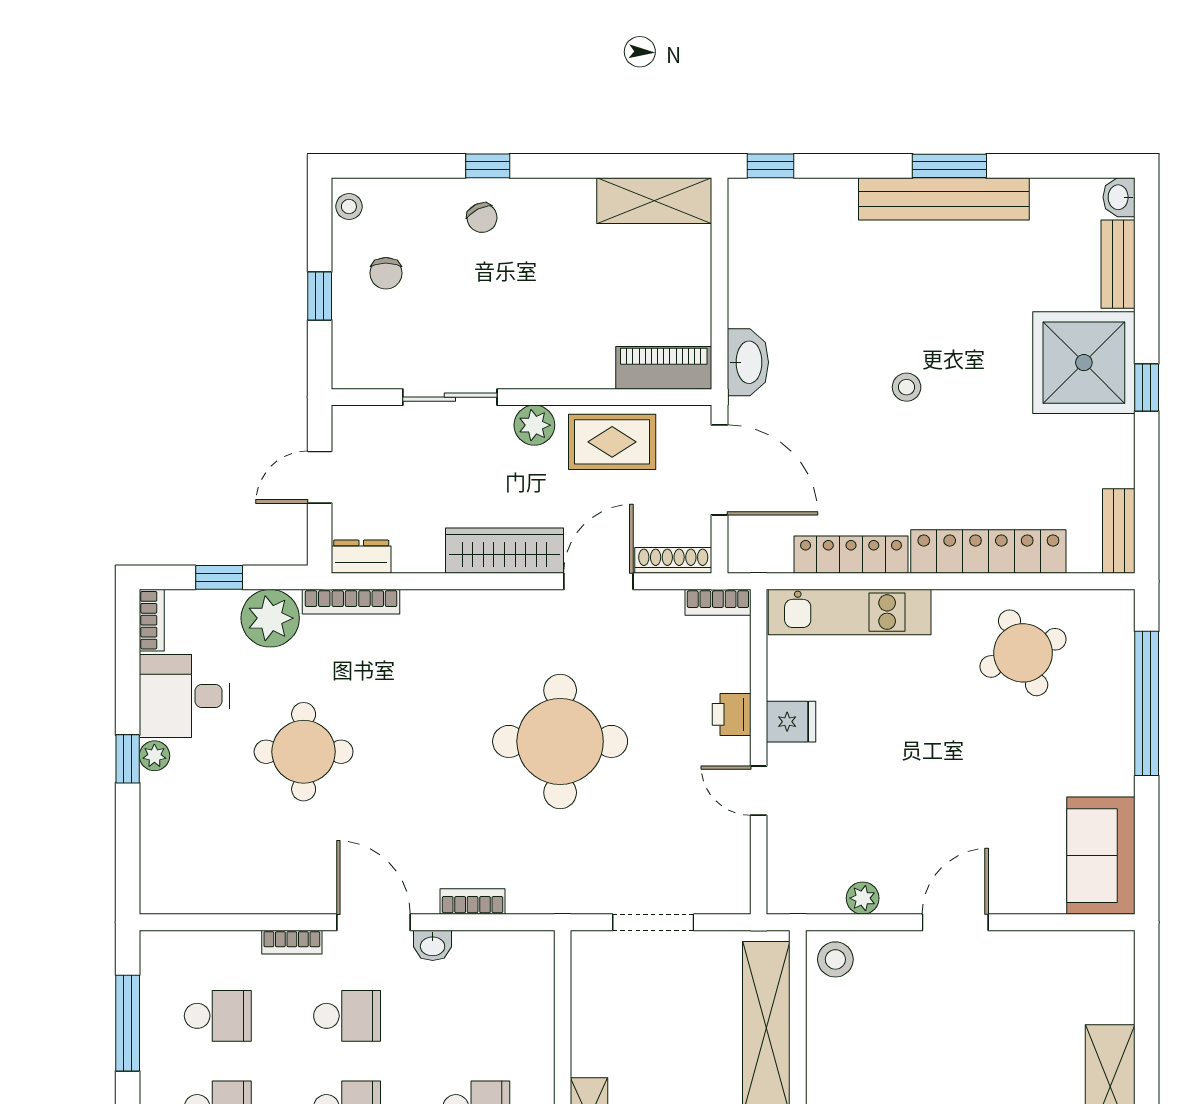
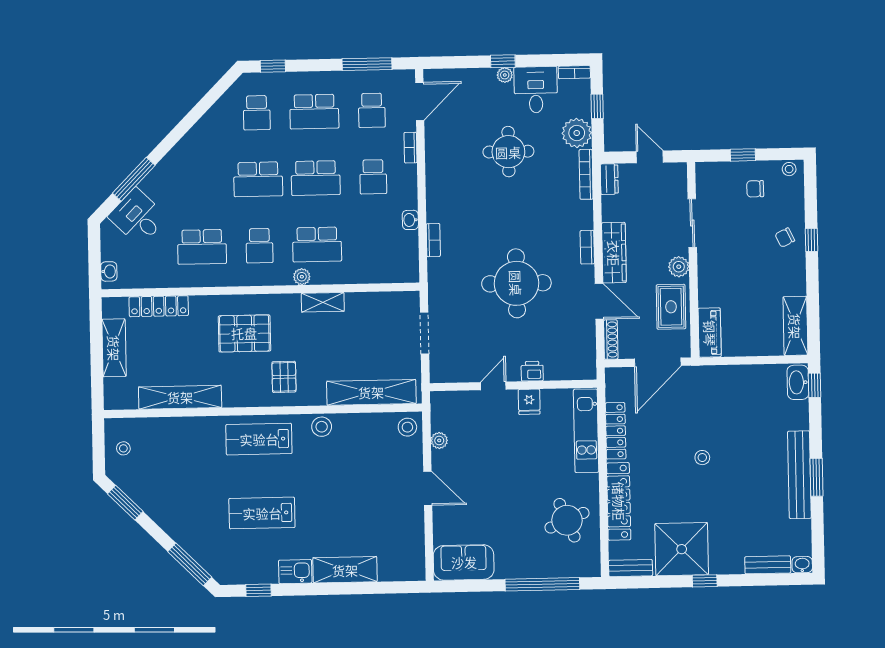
washbasin: (748, 362) -> (798, 382), moved, turned 90
shower: (1084, 363) -> (682, 549), moved
bookcase: (718, 602) -> (587, 247), moved
door: (373, 922) -> (420, 101), moved

